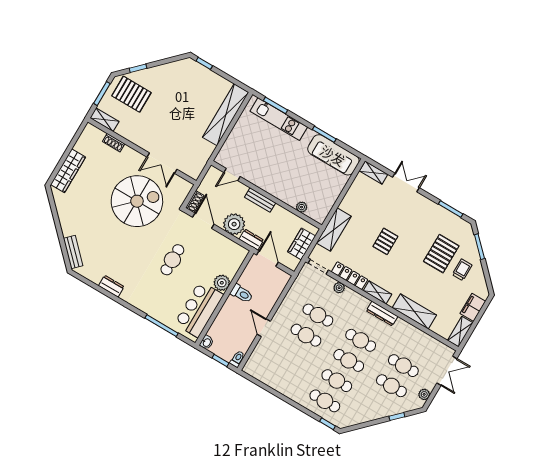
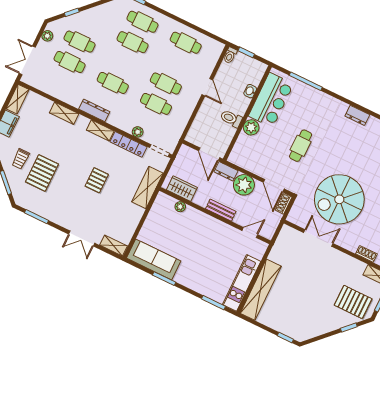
kitchen unit: (279, 119) -> (242, 283), moved, turned -90
wardrobe: (302, 244) -> (182, 189), moved, turned -90
shelving: (414, 311) -> (64, 113), width x0.67, depth x0.75
washbasin: (207, 342) -> (250, 91), moved
cafe table: (349, 360) -> (186, 43), moved

